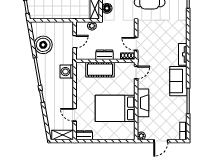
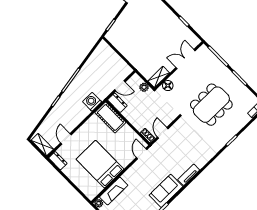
boiler: (43, 45) -> (95, 65), removed
dresser: (105, 55) -> (117, 103), moved
cot: (100, 70) -> (110, 117), moved
door: (136, 73) -> (142, 154), swing flipped
fireplace: (143, 103) -> (114, 191), moved

